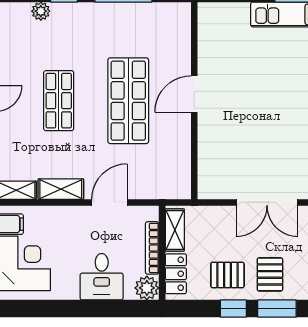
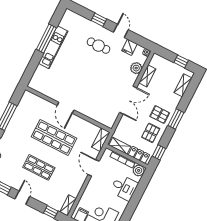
shelving: (61, 189) -> (101, 140), moved
window: (233, 309) -> (159, 152), moved

